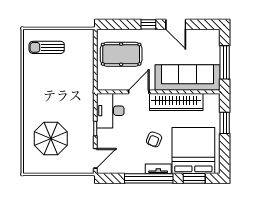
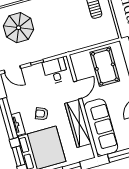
door: (139, 92) -> (78, 90), hinge flipped
desk: (110, 111) -> (55, 71), width x0.73

